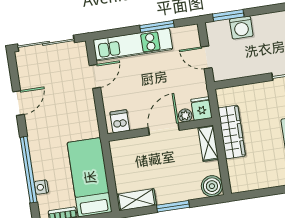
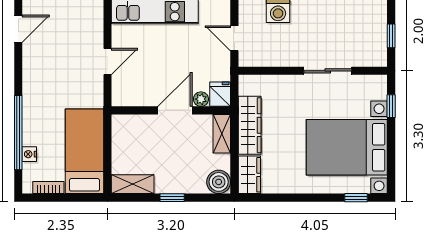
door: (95, 76) -> (108, 61), moved
door: (18, 103) -> (18, 29), moved
dishwasher: (120, 121) -> (128, 94), removed
wardrobe: (238, 176) -> (249, 175), added
window: (173, 206) -> (172, 198), width x0.67

